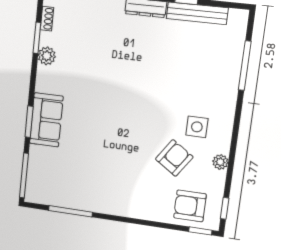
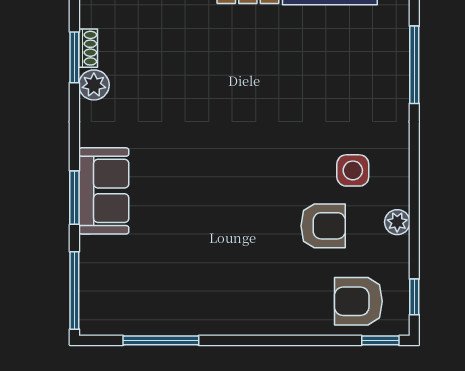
shoe rack: (47, 19) -> (88, 48), moved
armchair: (174, 158) -> (323, 226), turned 56

